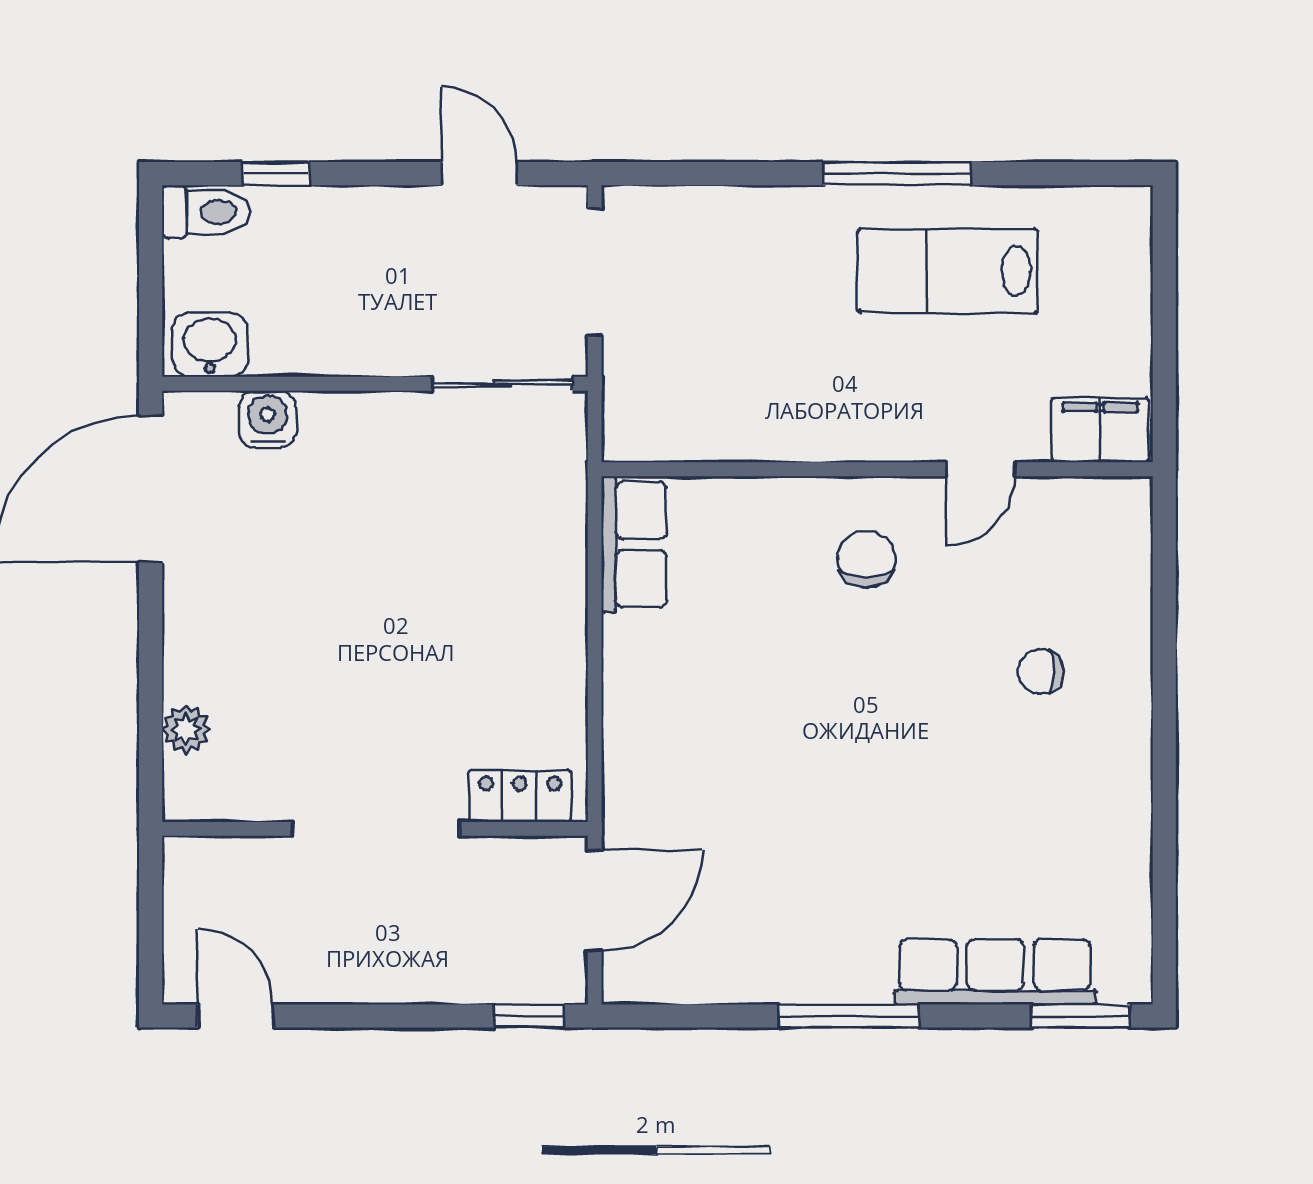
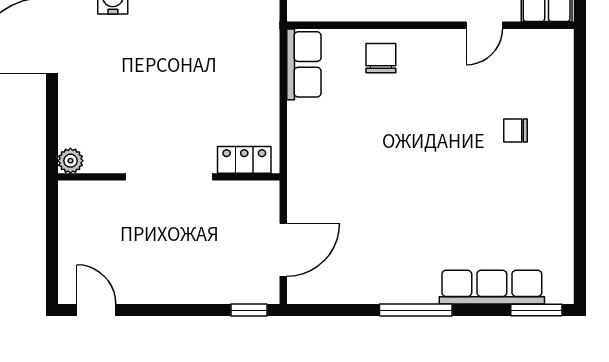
chair: (866, 559) -> (381, 58), moved
locker: (520, 796) -> (244, 160), moved
doorway: (375, 829) -> (169, 177), moved
wall: (375, 829) -> (169, 177), moved

